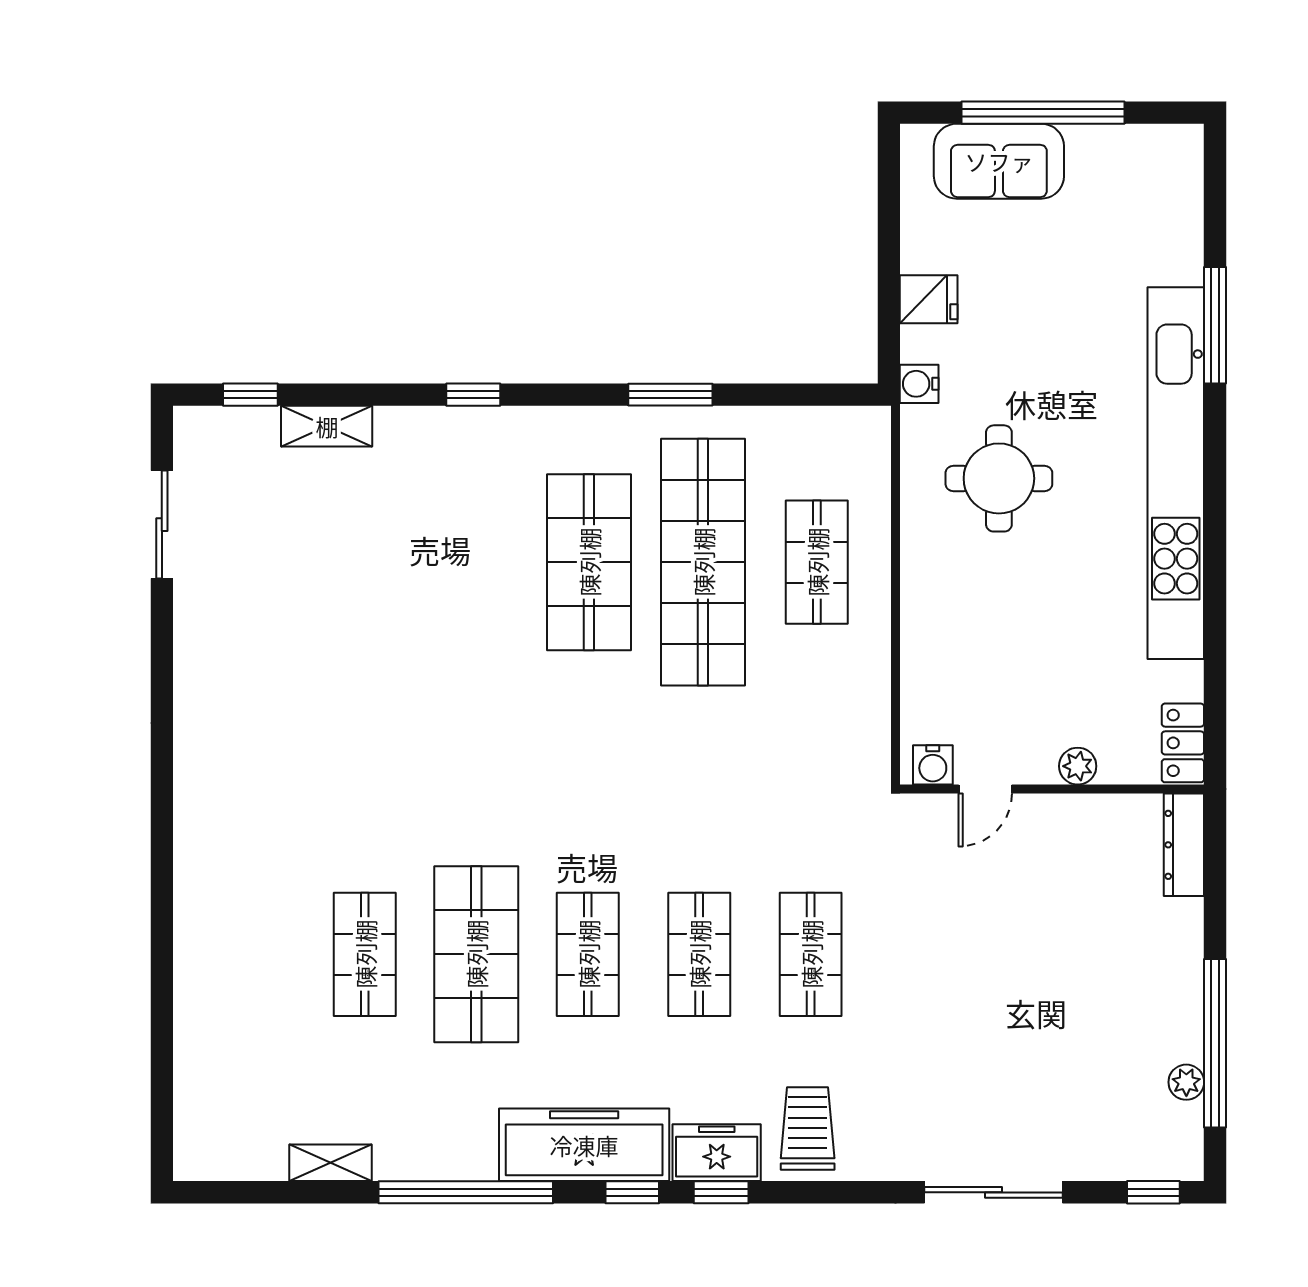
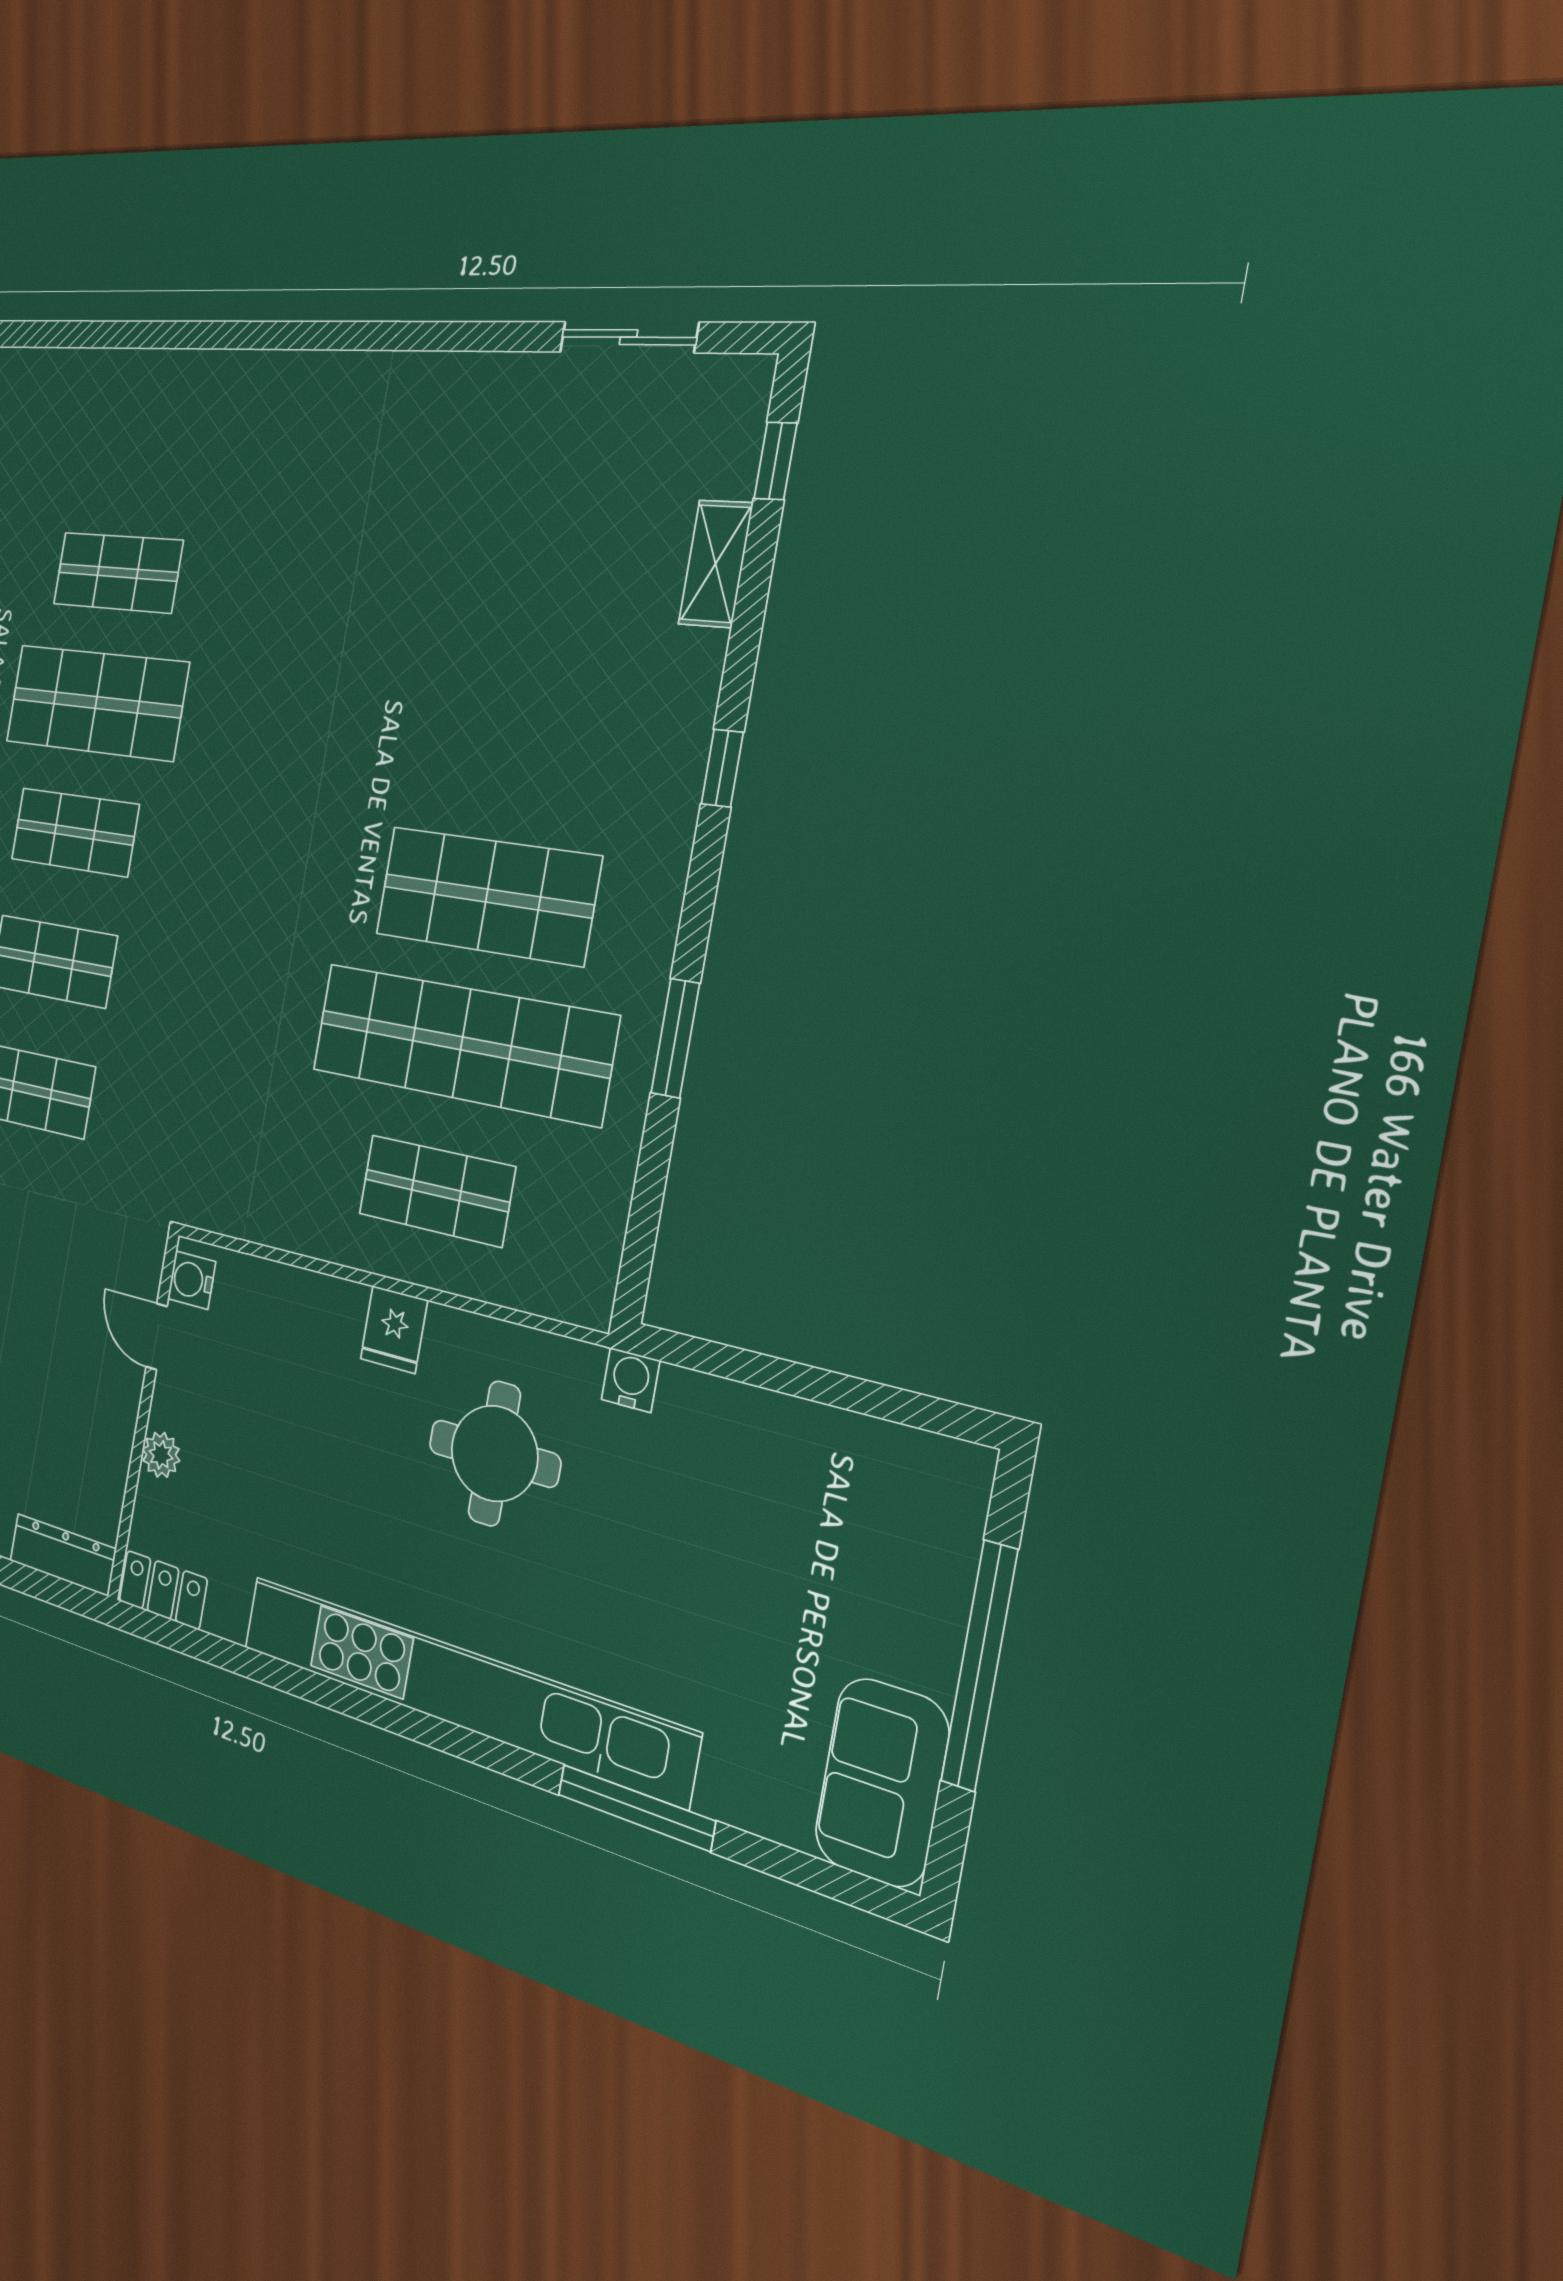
sofa: (999, 161) -> (882, 1782), moved
fridge: (929, 299) -> (394, 1330), moved

